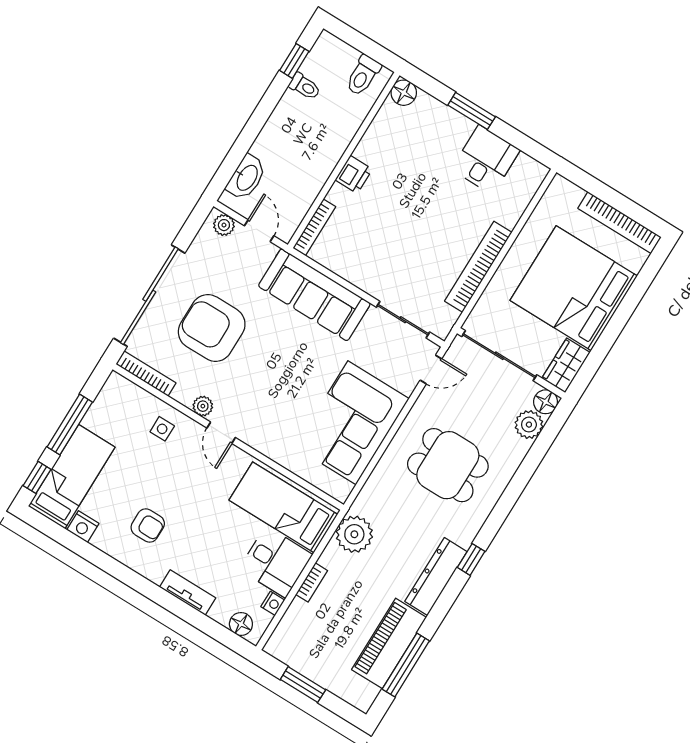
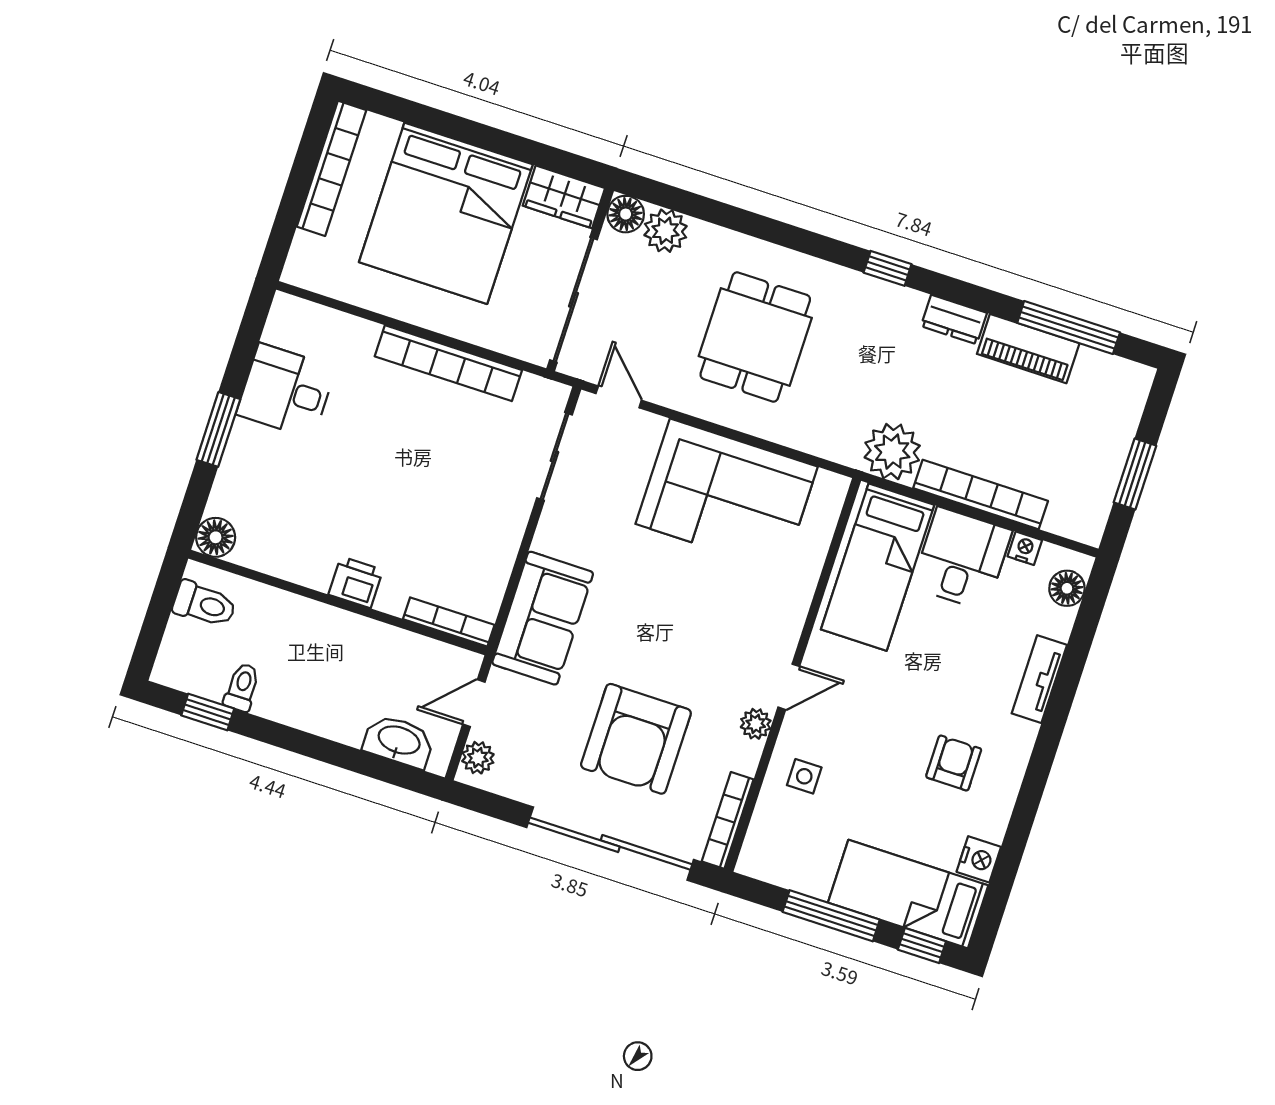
sofa: (314, 295) -> (543, 618), width x0.73
dresser: (436, 577) -> (954, 320), width x0.51, depth x0.80
bookcase: (312, 582) -> (981, 495), width x2.31, depth x1.31
piano: (389, 643) -> (1028, 349), width x0.73, depth x0.75

